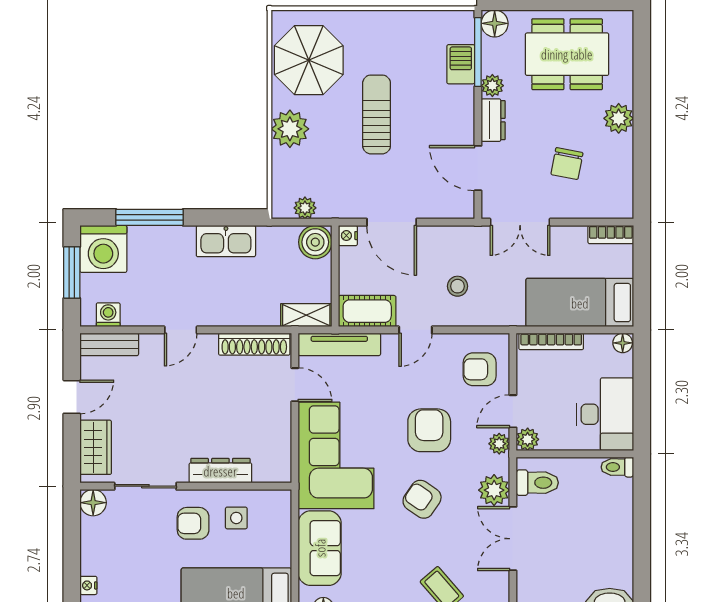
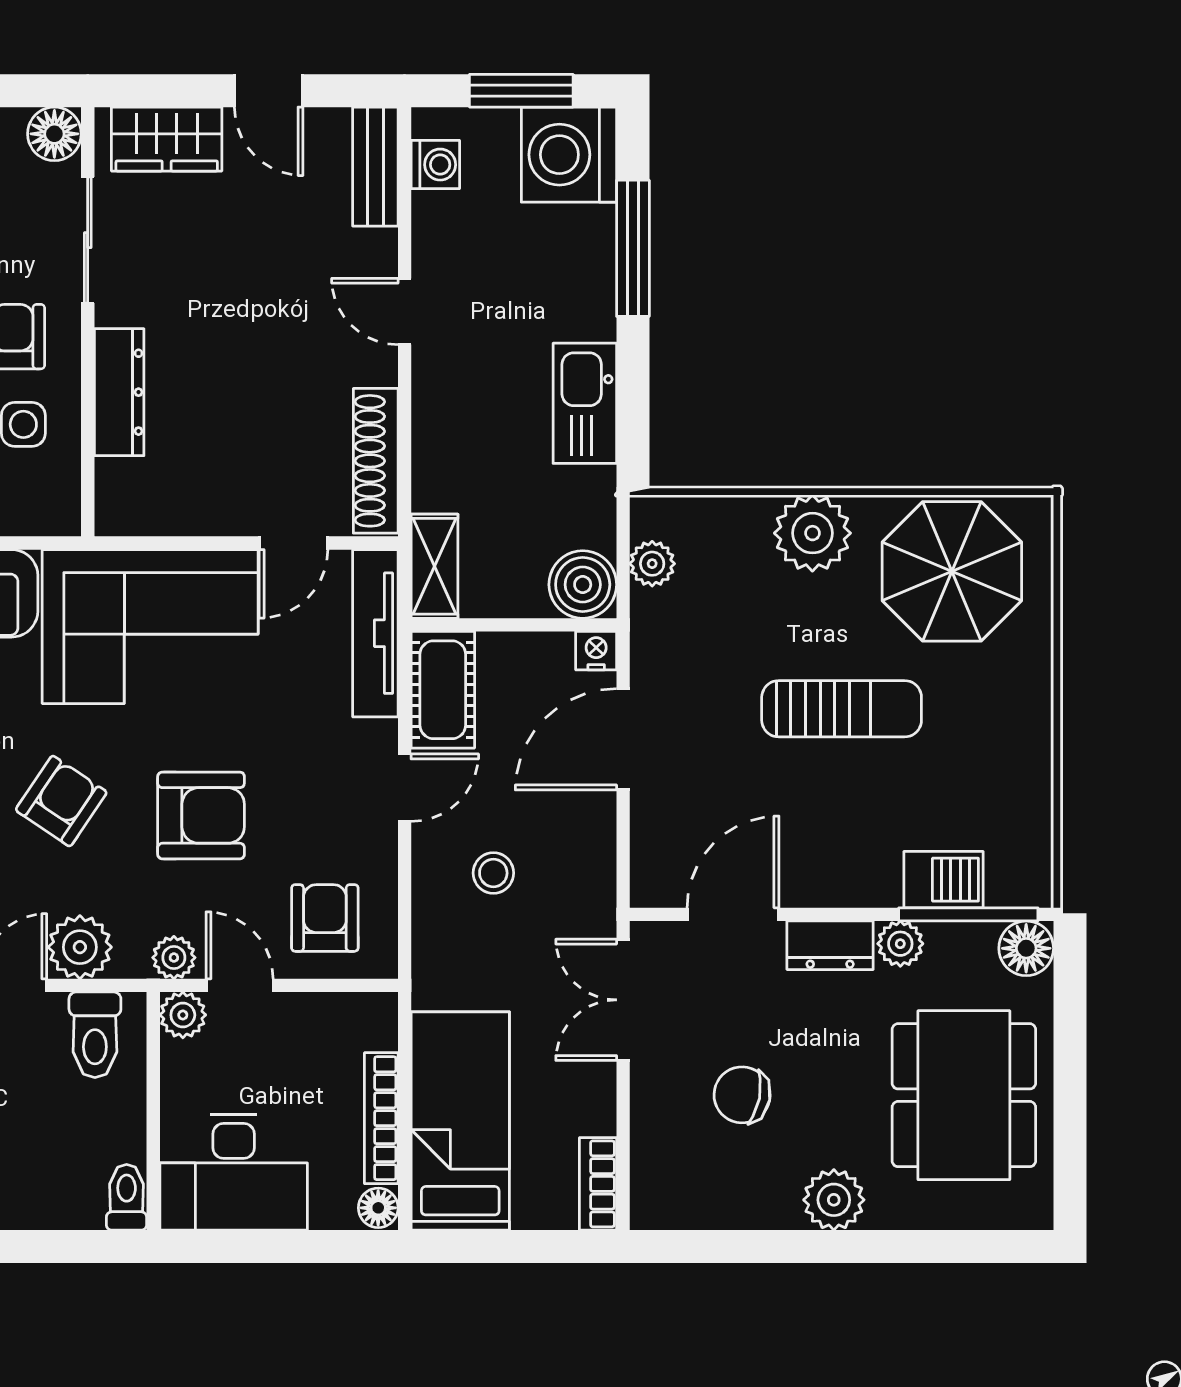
door: (415, 330) -> (405, 788), swing flipped
bookcase: (551, 341) -> (381, 1118), moved

